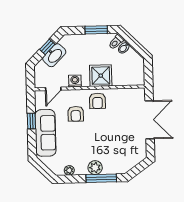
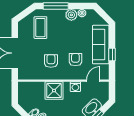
armchair: (97, 101) -> (51, 61), moved
coffee table: (119, 152) -> (40, 28), added
plant: (95, 168) -> (71, 15), moved

